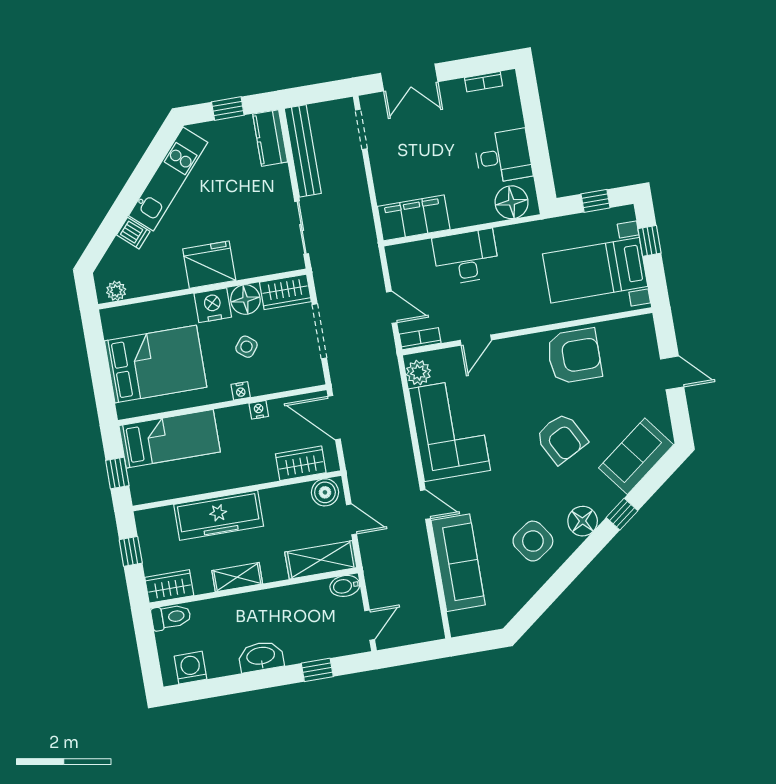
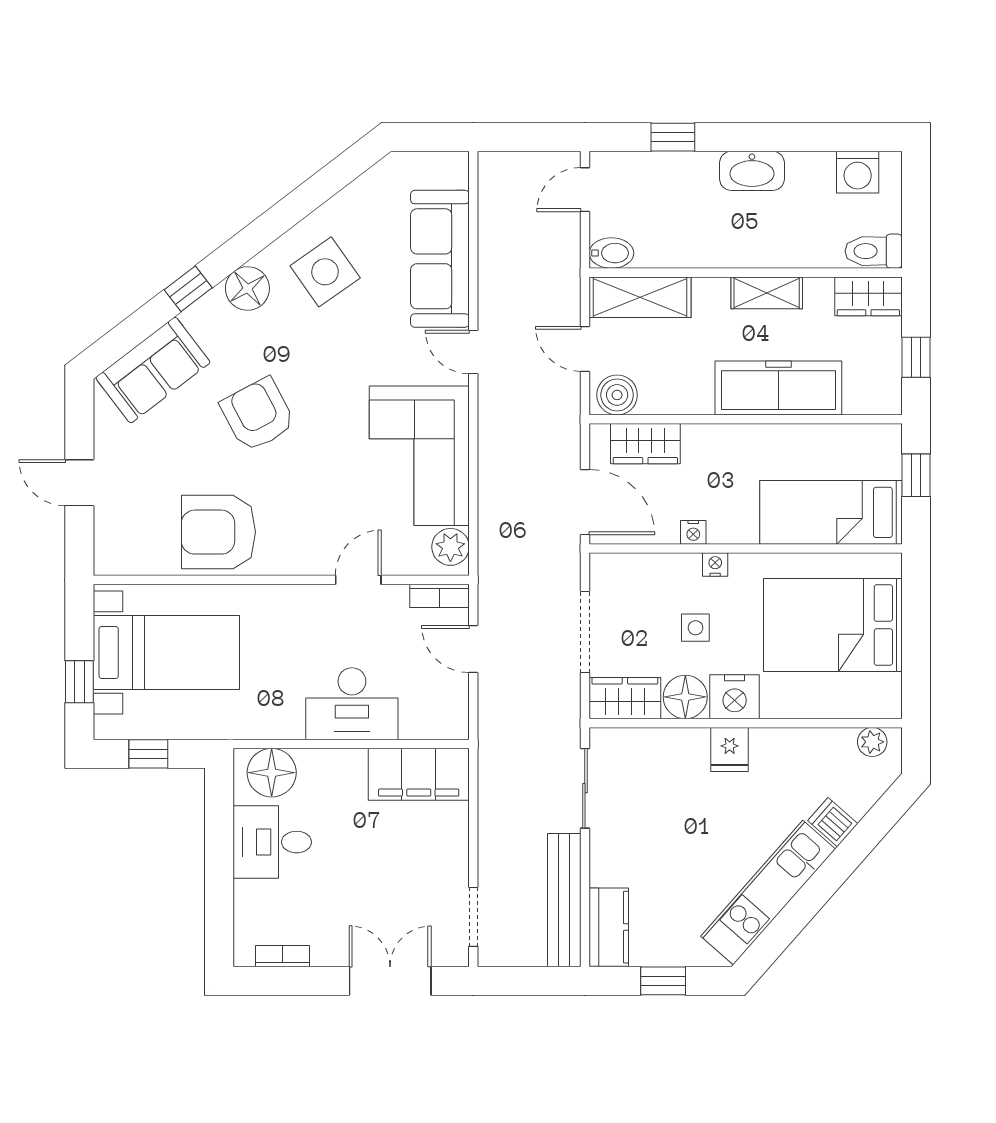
fridge: (209, 265) -> (730, 749), width x0.53, depth x0.75
side table: (246, 347) -> (695, 628), turned -38

